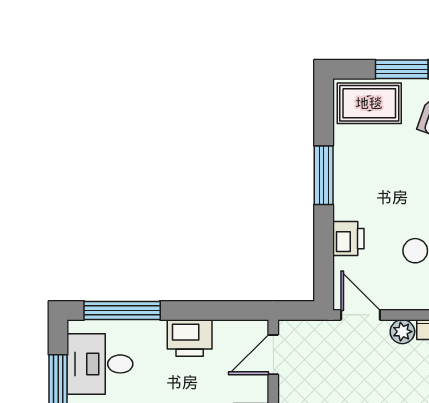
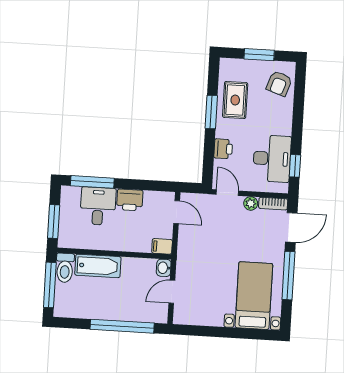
rug: (369, 103) -> (235, 100), moved, turned 90
door: (273, 355) -> (177, 212), swing flipped
desk: (100, 364) -> (98, 206), moved, turned 90

